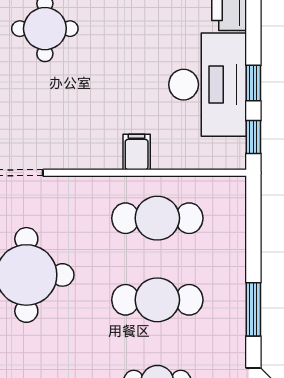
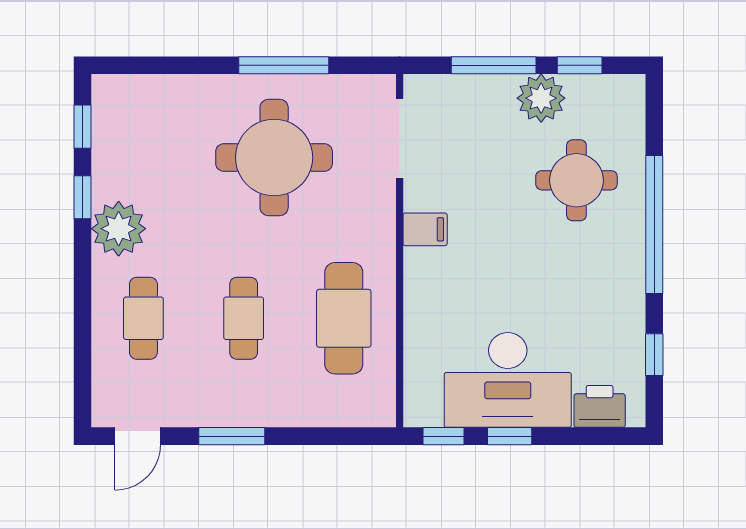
filing cabinet: (137, 152) -> (425, 229), moved
cafe table: (157, 300) -> (244, 318), width x0.73, depth x0.74

